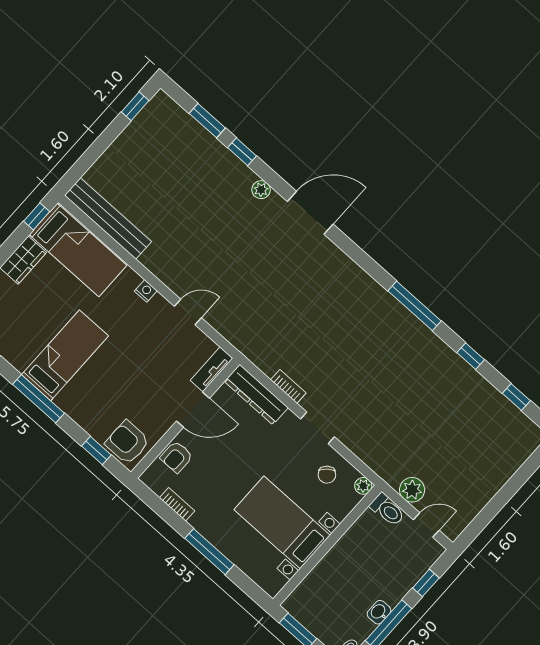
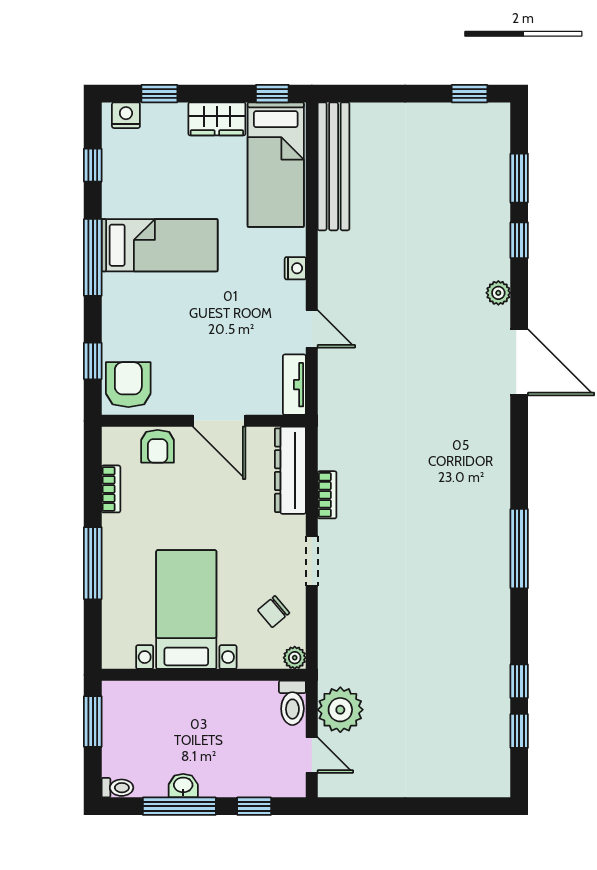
window: (471, 356) -> (519, 681), moved
tv unit: (212, 369) -> (294, 385), moved, turned -90
armchair: (176, 457) -> (158, 446), turned -90
plant: (412, 490) -> (340, 710), width x1.36, depth x1.36

